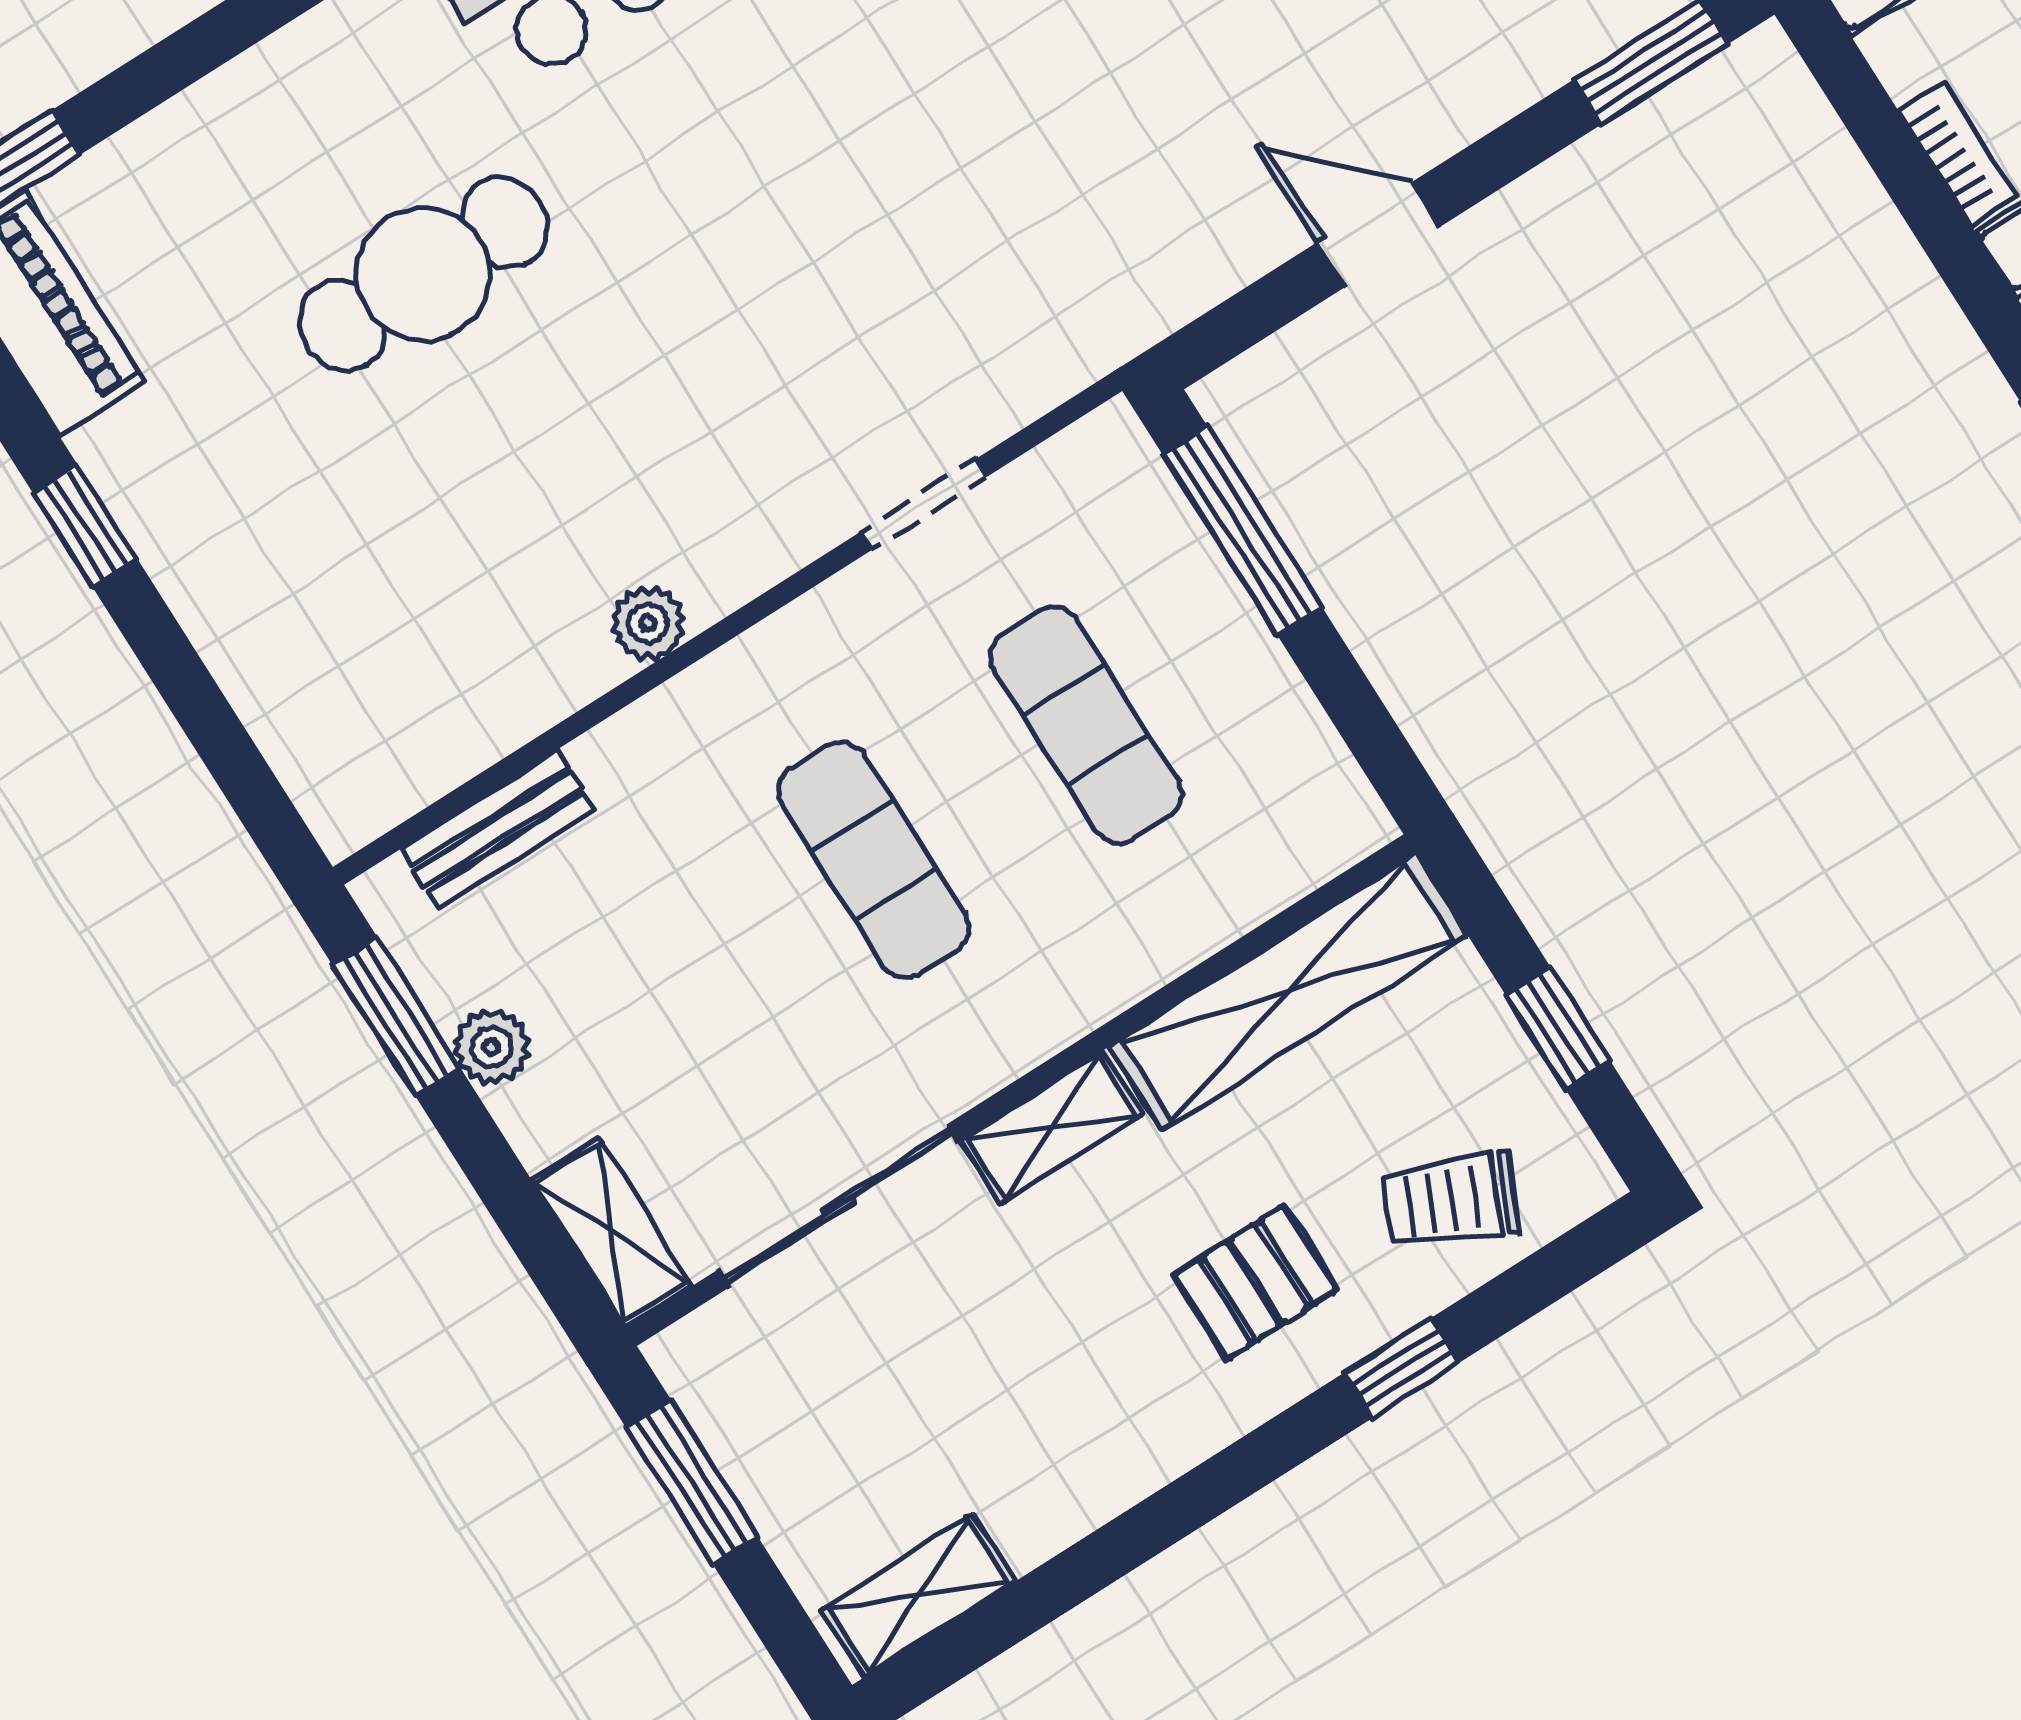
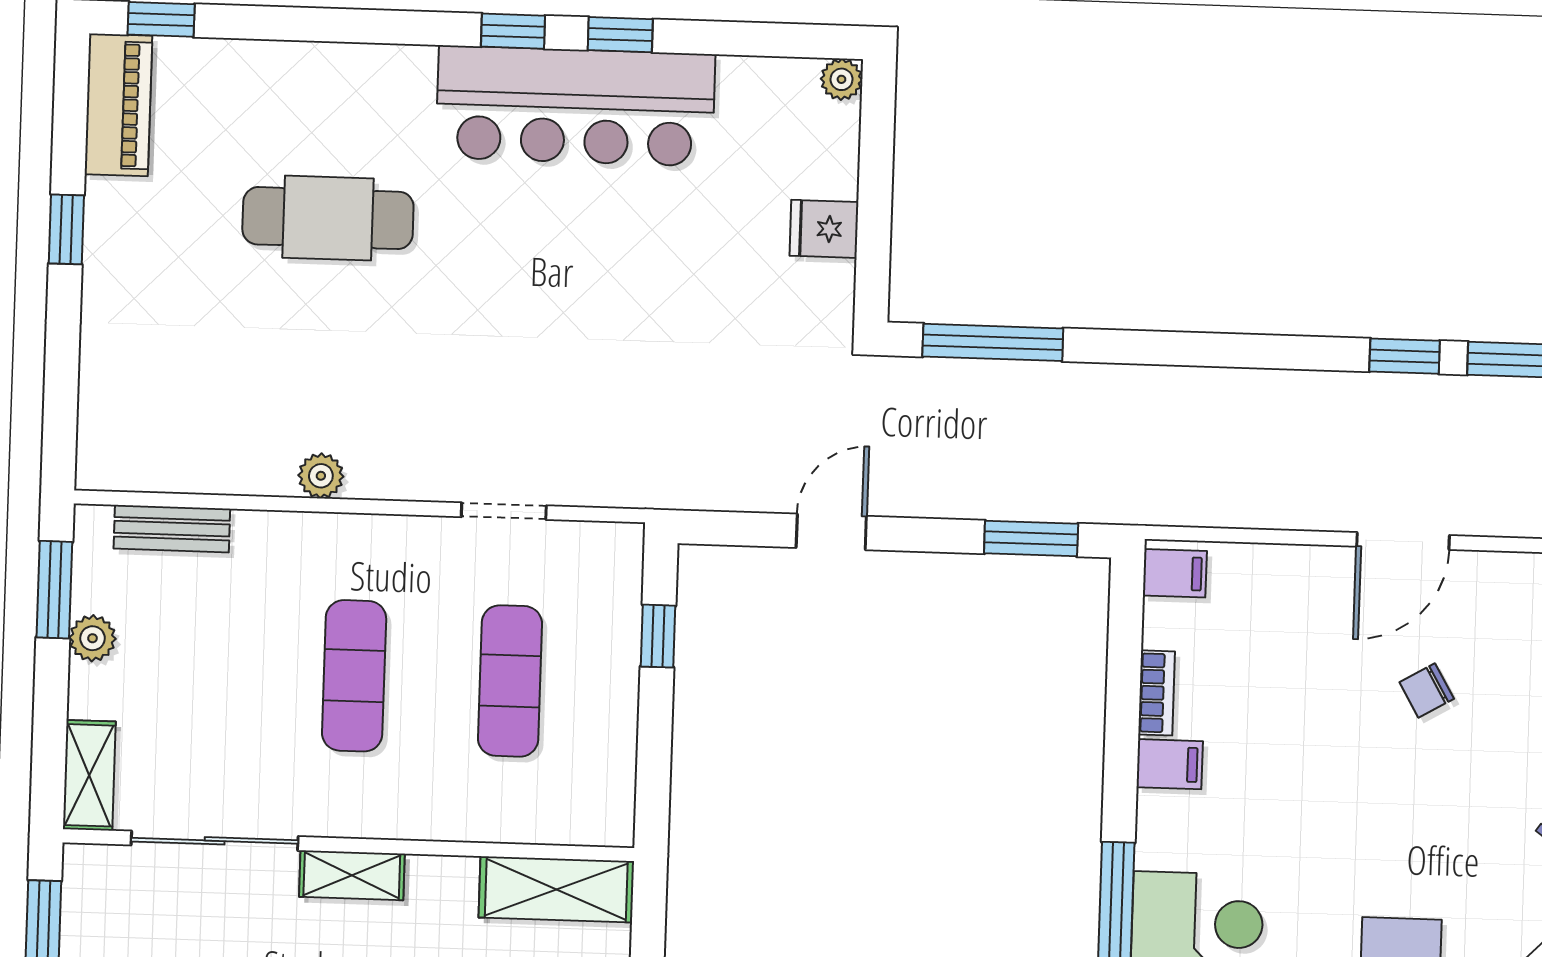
door: (1378, 235) -> (831, 532), hinge flipped
window: (1242, 531) -> (658, 636), width x0.46
shelving: (1288, 991) -> (556, 889), width x0.68

